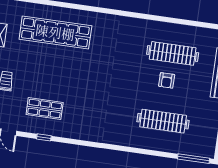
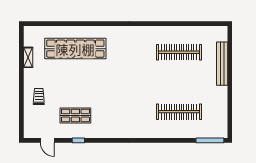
armchair: (167, 80) -> (177, 76), removed

